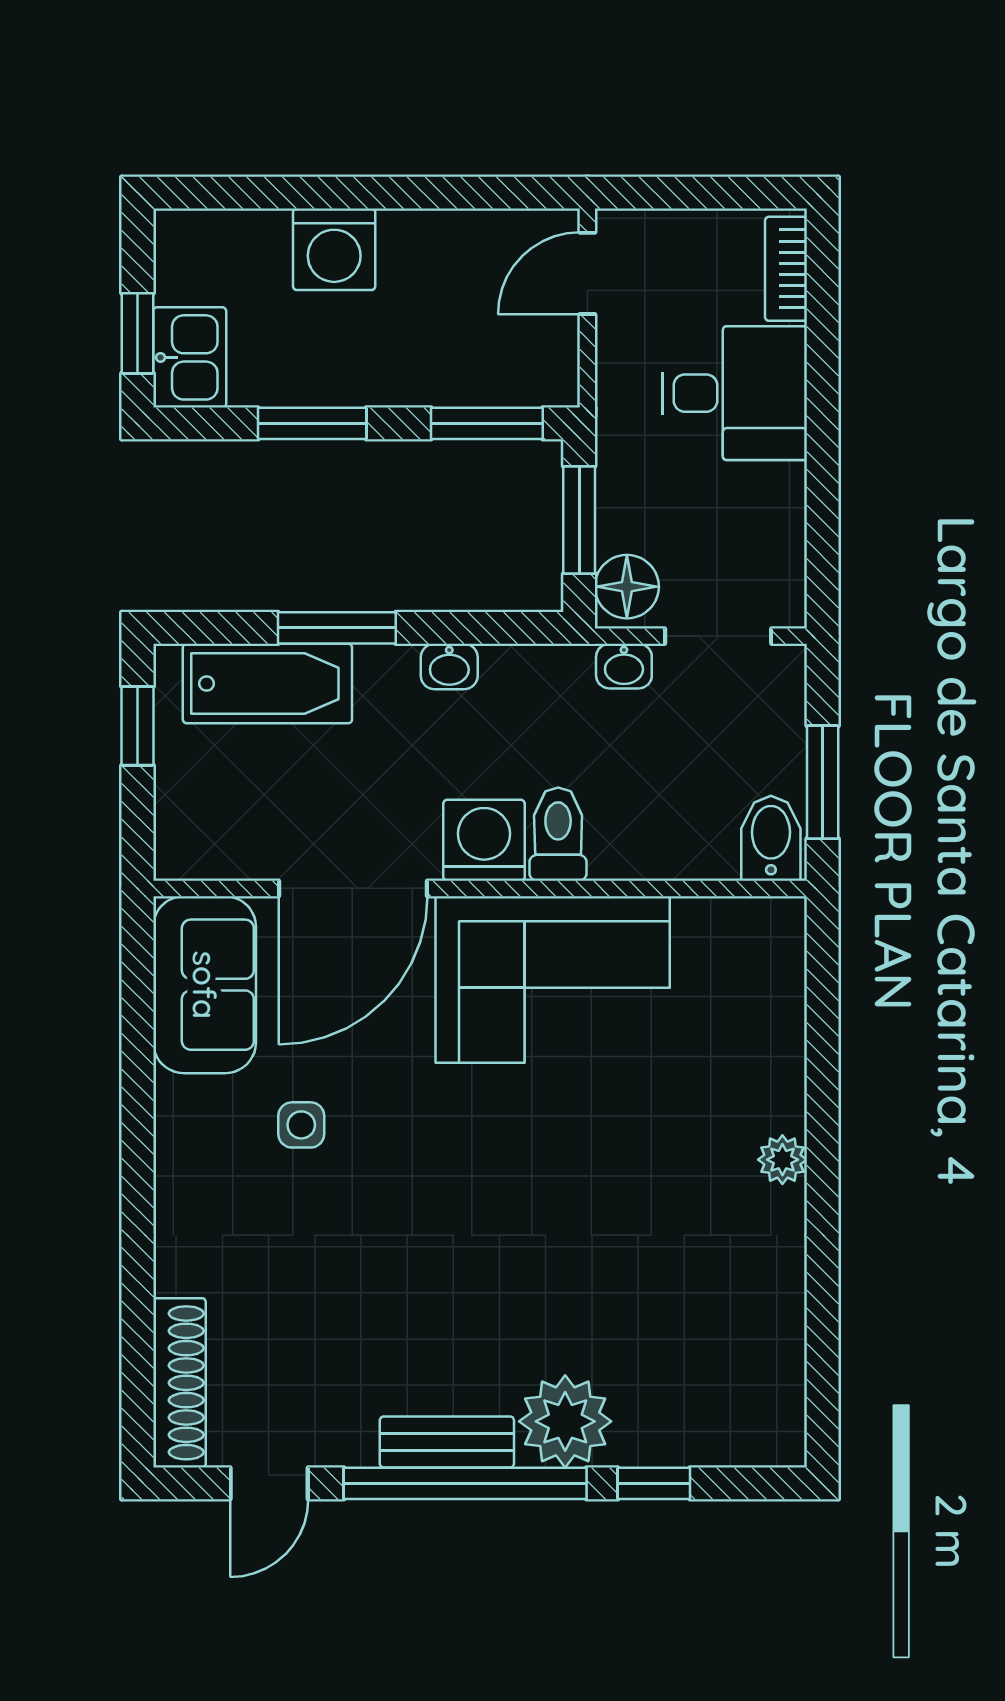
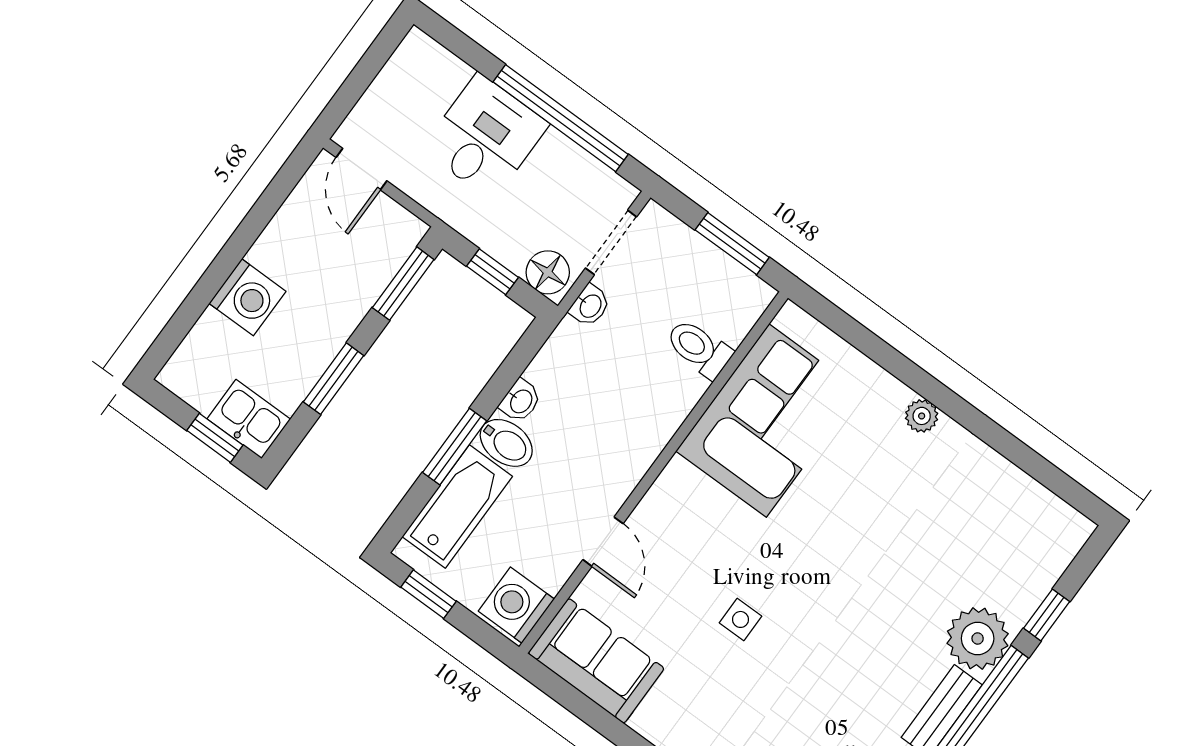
bookcase: (786, 269) -> (438, 59), removed
window: (823, 467) -> (561, 118), added
window: (579, 520) -> (492, 272), width x0.67
toilet: (558, 834) -> (699, 348), moved
bidet: (771, 838) -> (506, 443), moved, turned 180
washing machine: (484, 840) -> (516, 605), moved
door: (353, 888) -> (603, 542), width x0.53
corner sofa: (553, 979) -> (768, 421), moved
side table: (301, 1125) -> (740, 619), moved

